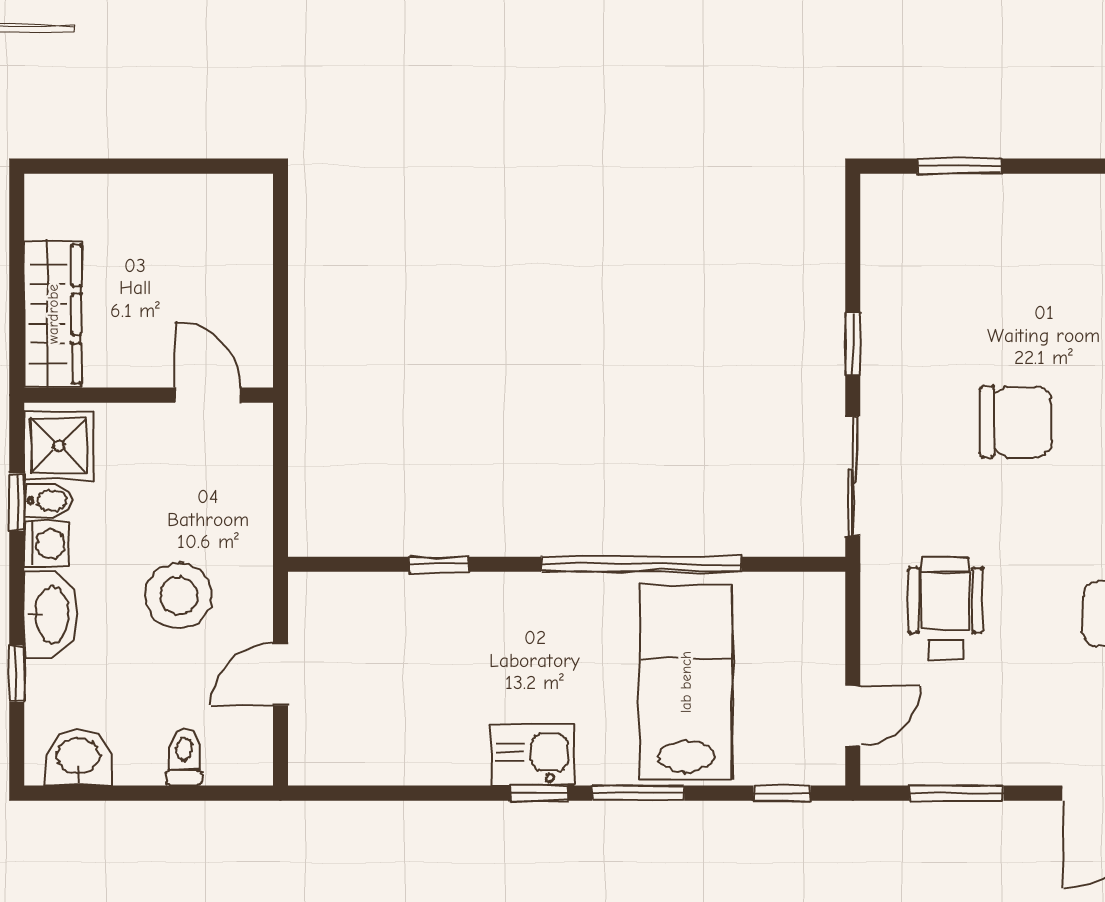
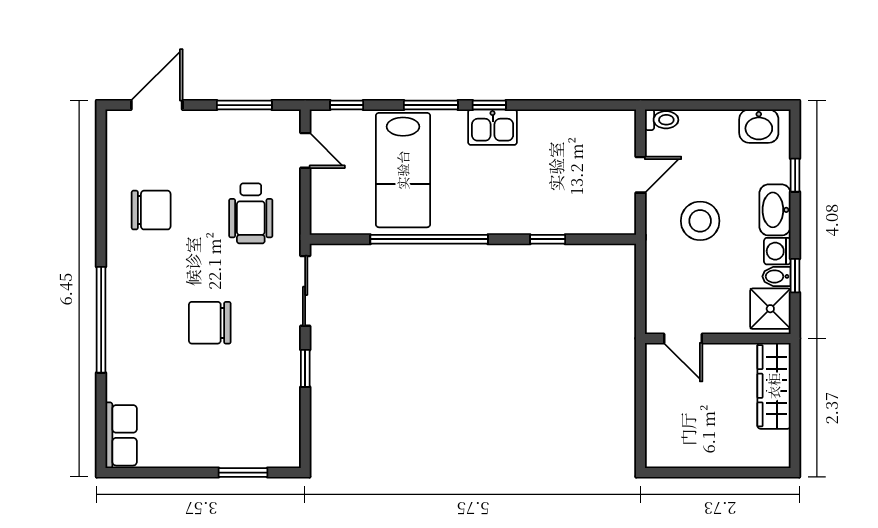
door: (853, 716) -> (305, 150), swing flipped
toilet: (184, 757) -> (662, 120), moved, turned -90

